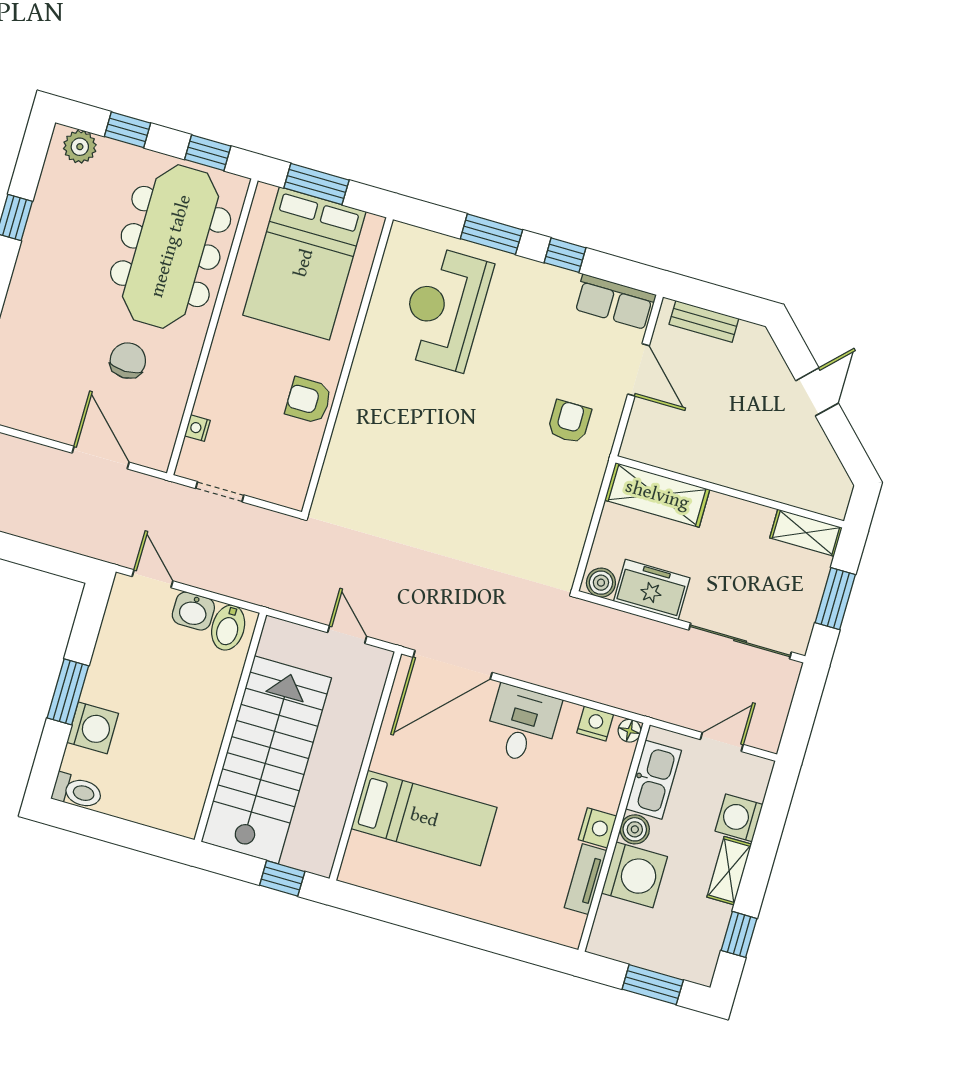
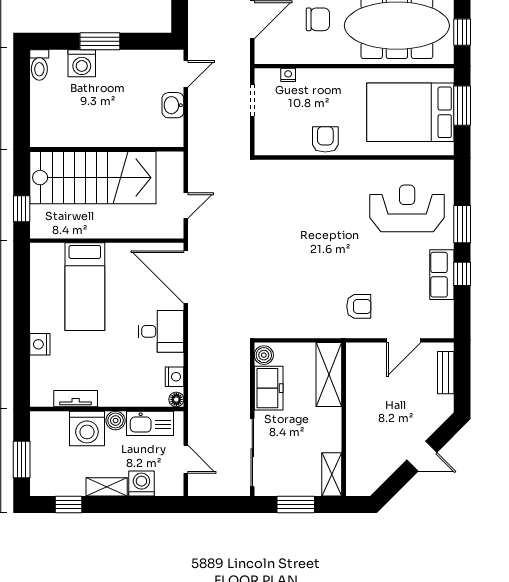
row of seats: (615, 302) -> (442, 275), moved
bidet: (228, 628) -> (169, 130), removed
nightstand: (597, 828) -> (40, 344), moved, turned 90

